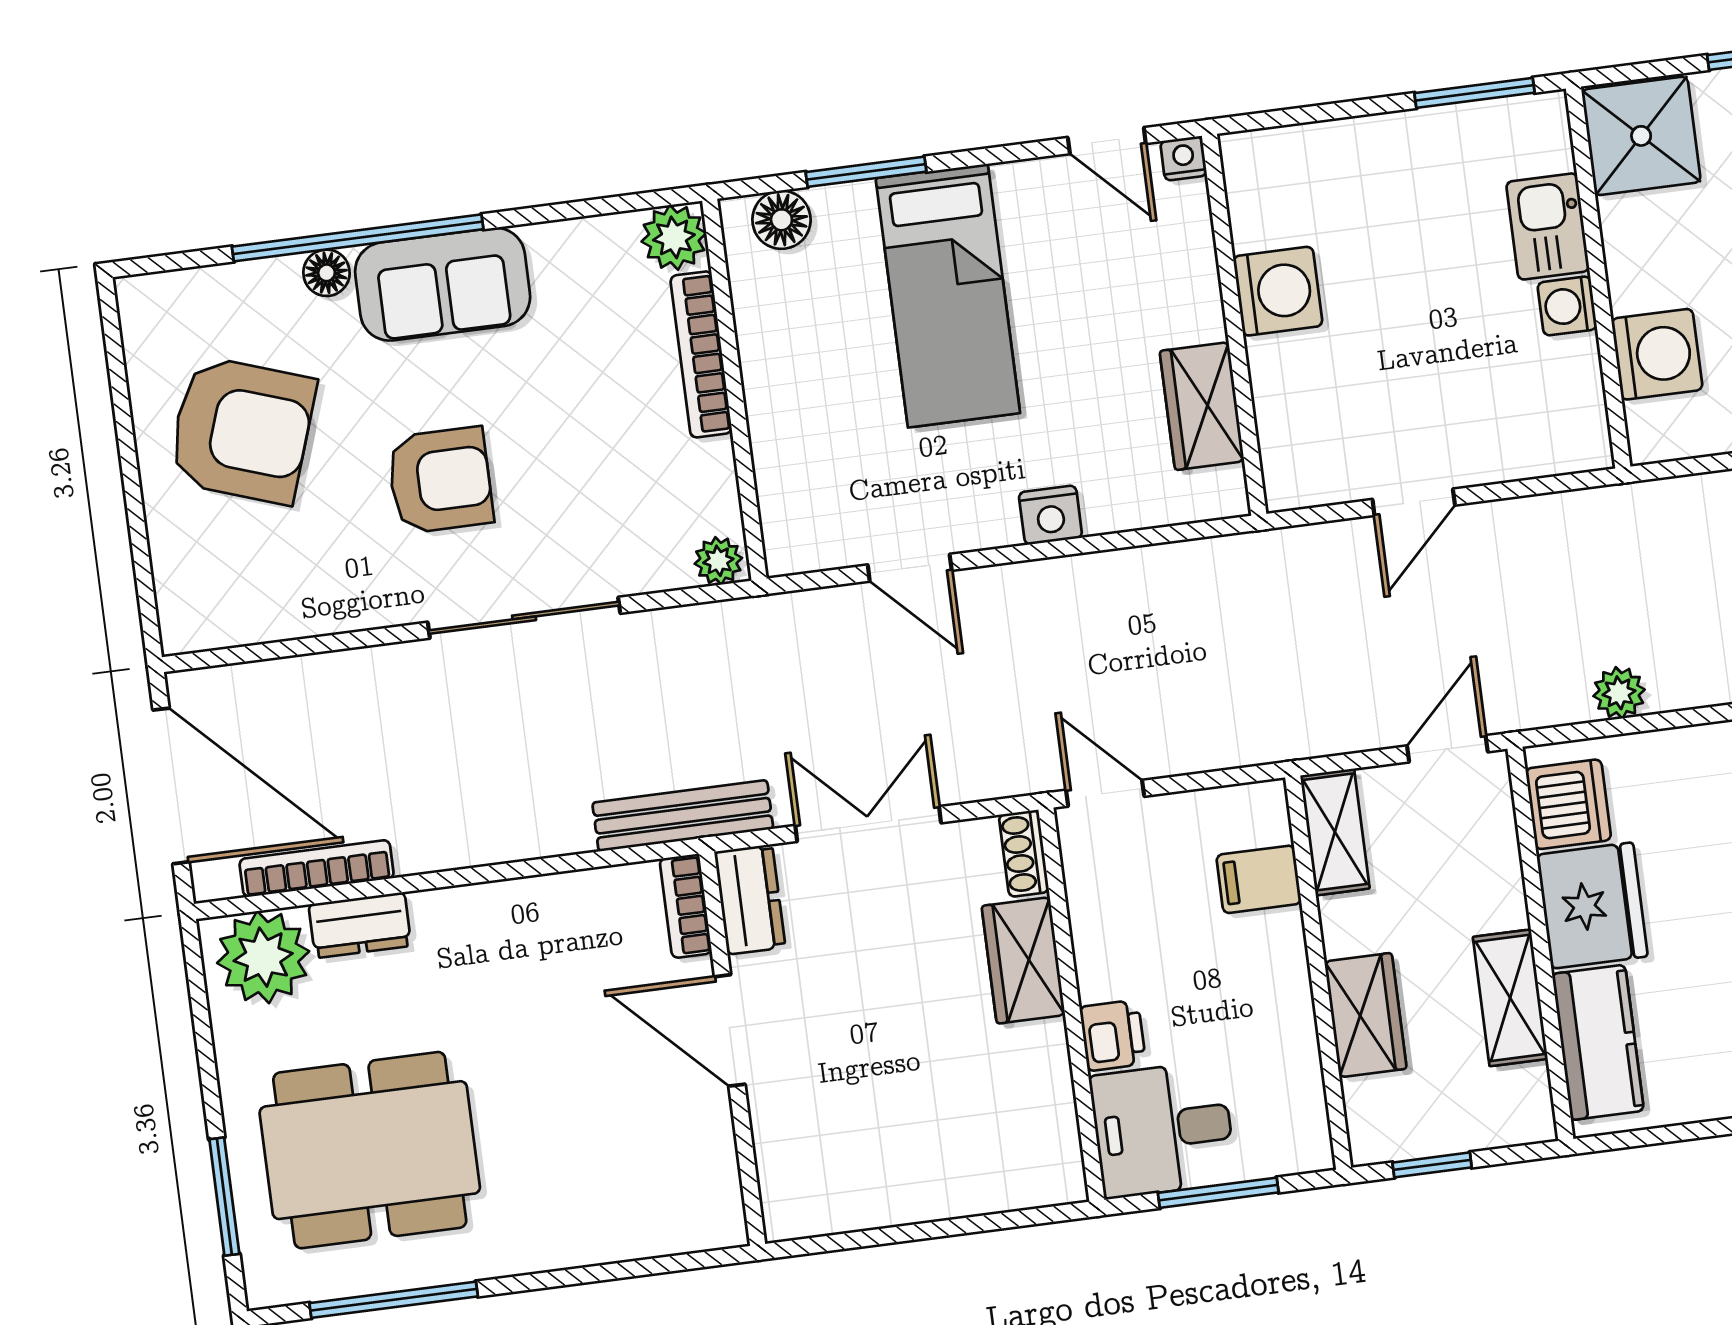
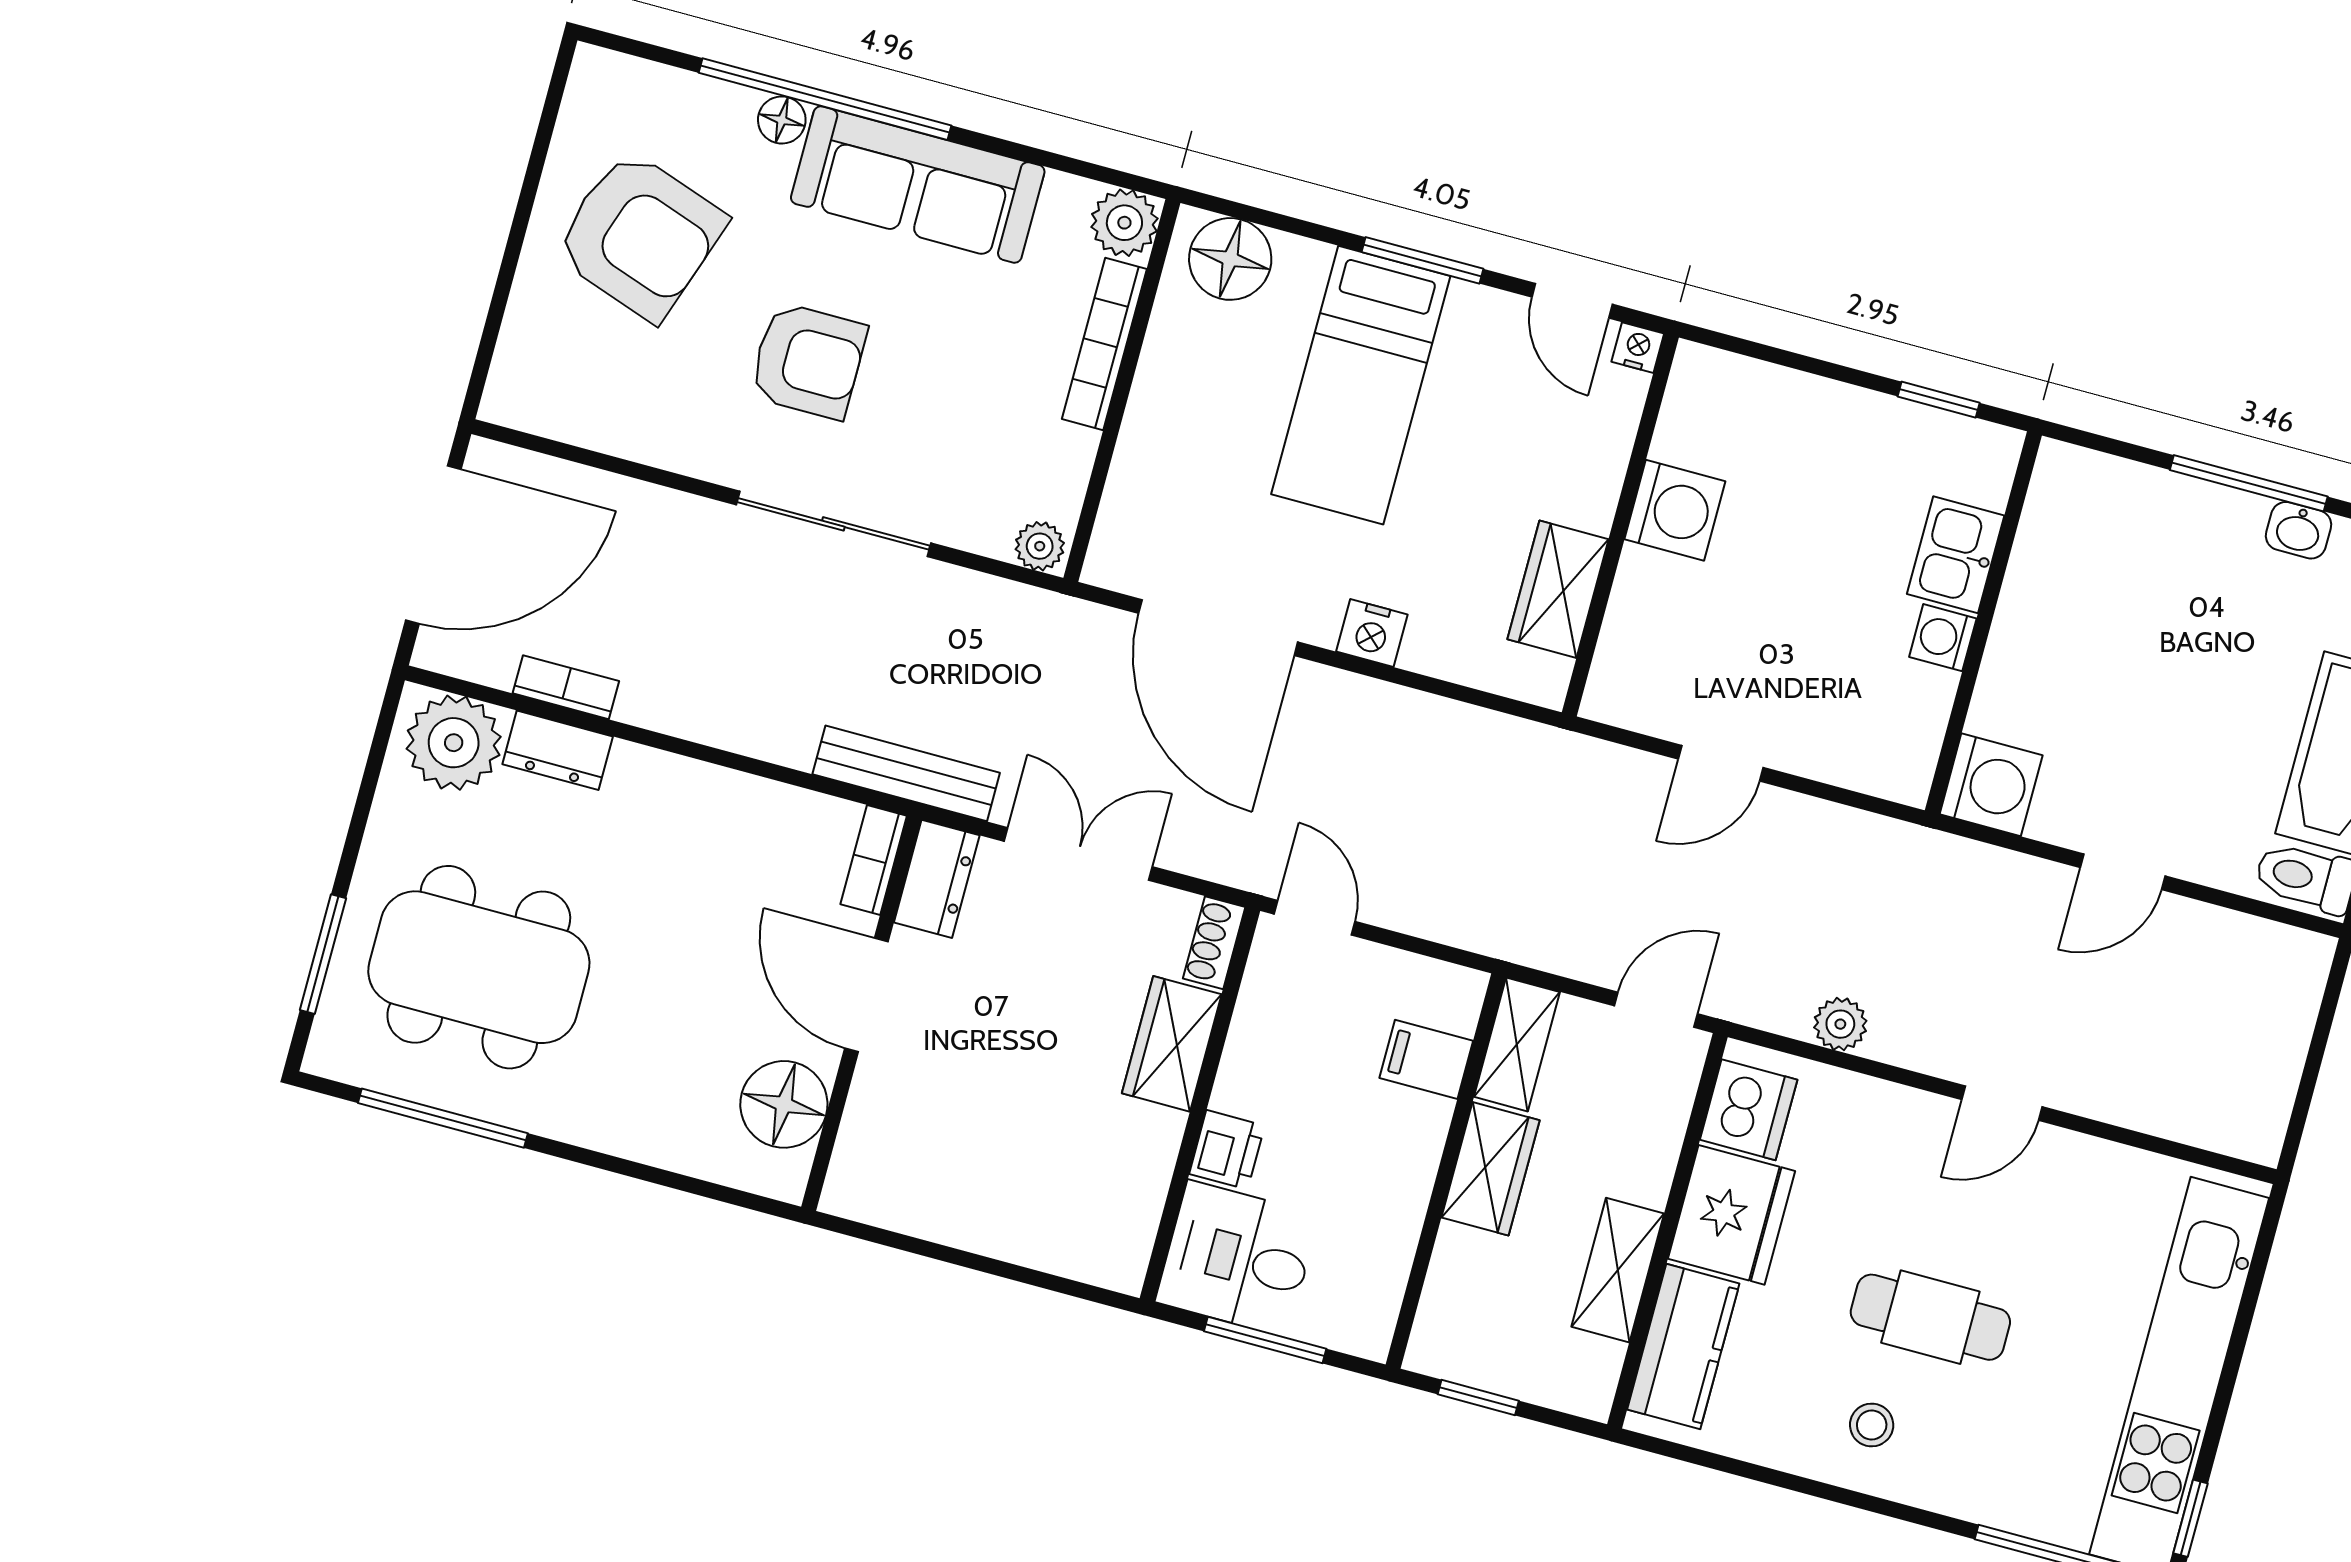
window: (1474, 93) -> (1939, 400), width x0.67
shower: (1641, 136) -> (2079, 506), removed
window: (866, 172) -> (1422, 260), moved
floor lamp: (781, 220) -> (1230, 259), width x1.38, depth x1.38
sofa: (443, 284) -> (918, 185), width x1.36
washing machine: (1657, 354) -> (1991, 785), moved
door: (910, 568) -> (1218, 628), width x1.88
door: (171, 786) -> (433, 545), hinge flipped
bookcase: (317, 869) -> (566, 687), width x0.64
wardrobe: (1365, 1015) -> (1490, 1169), moved
floor lamp: (696, 1160) -> (784, 1104), added

